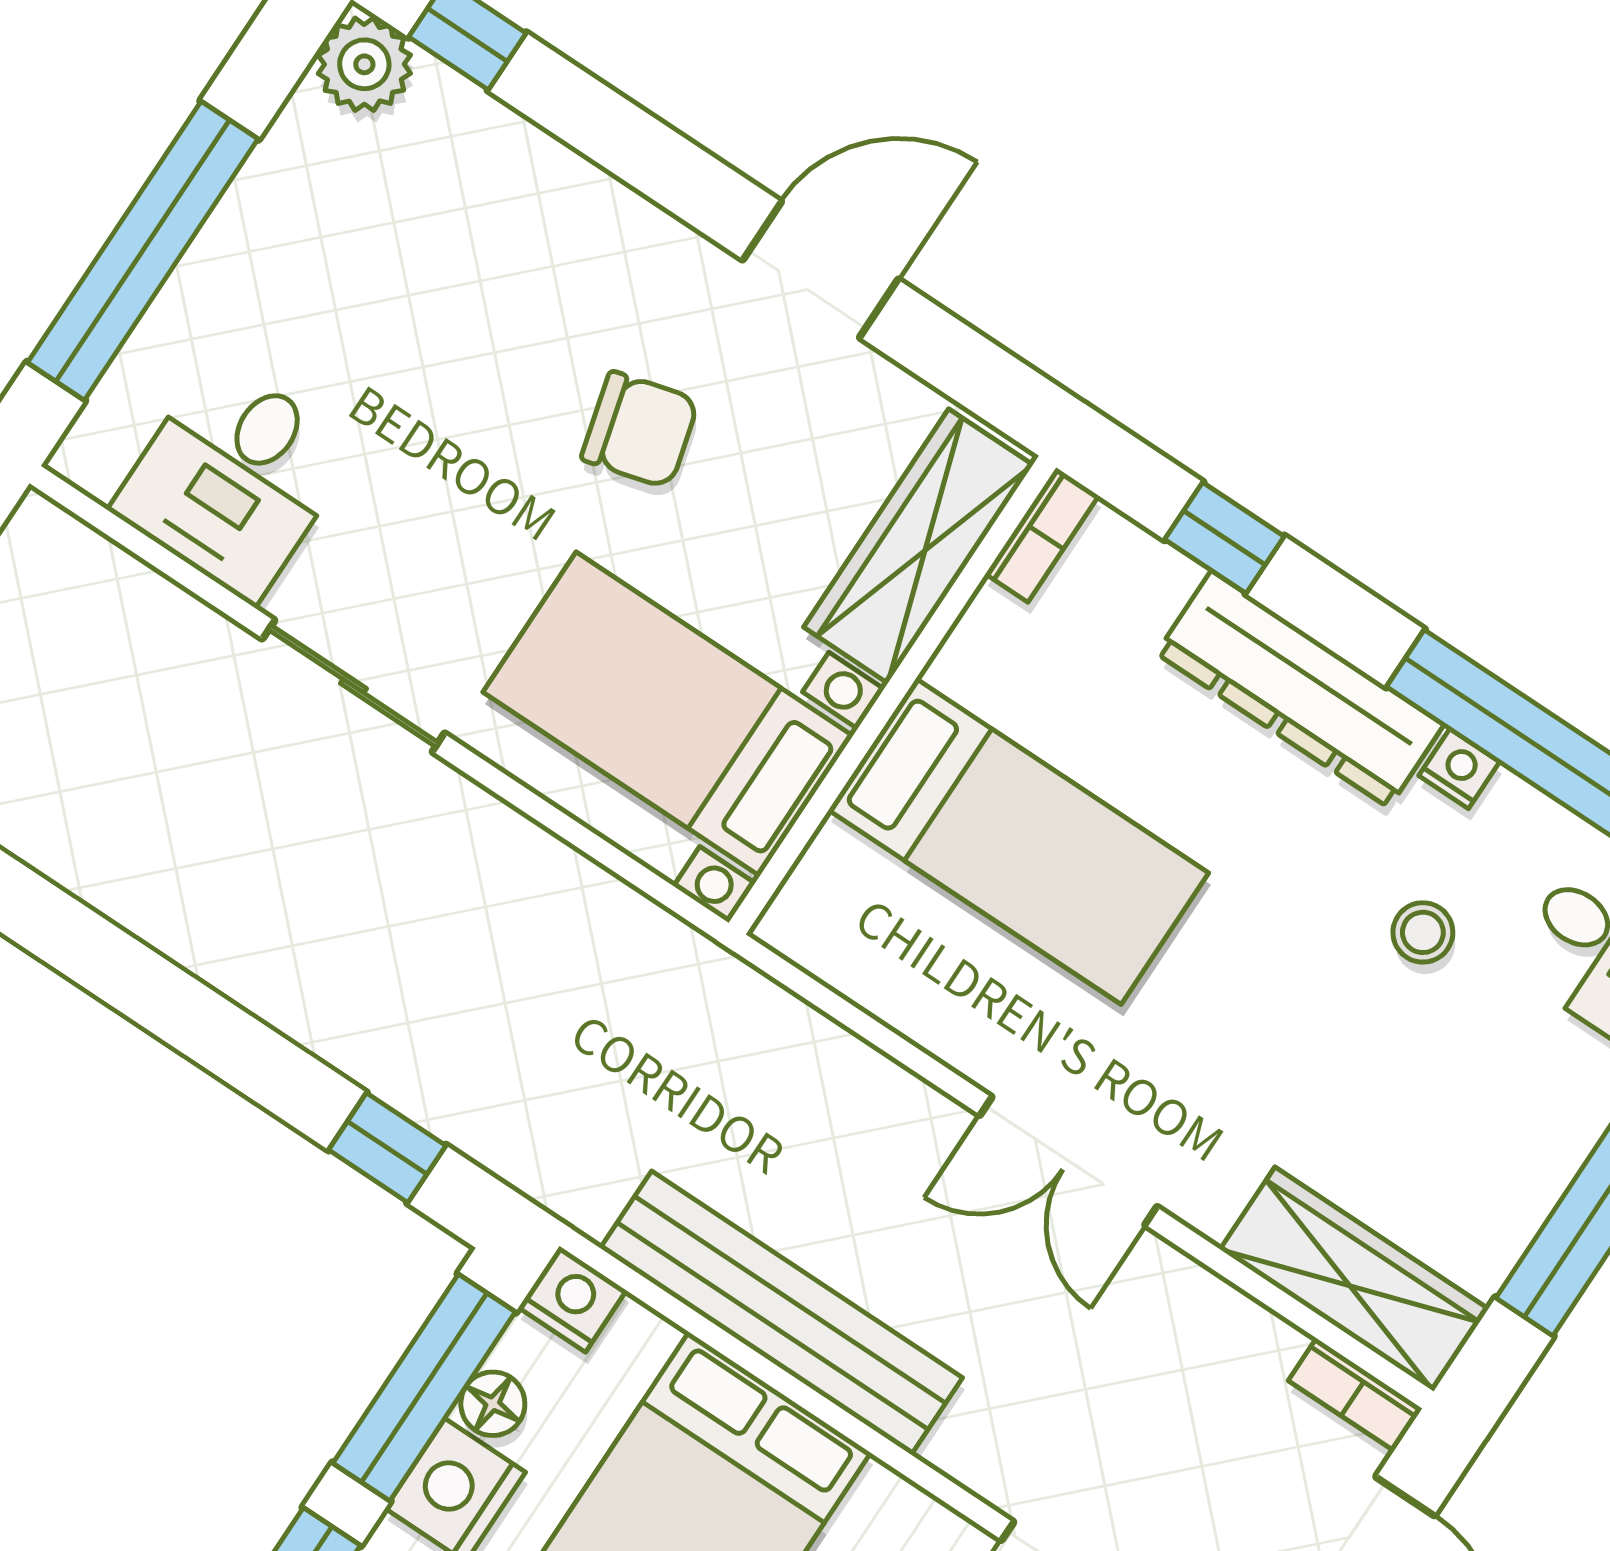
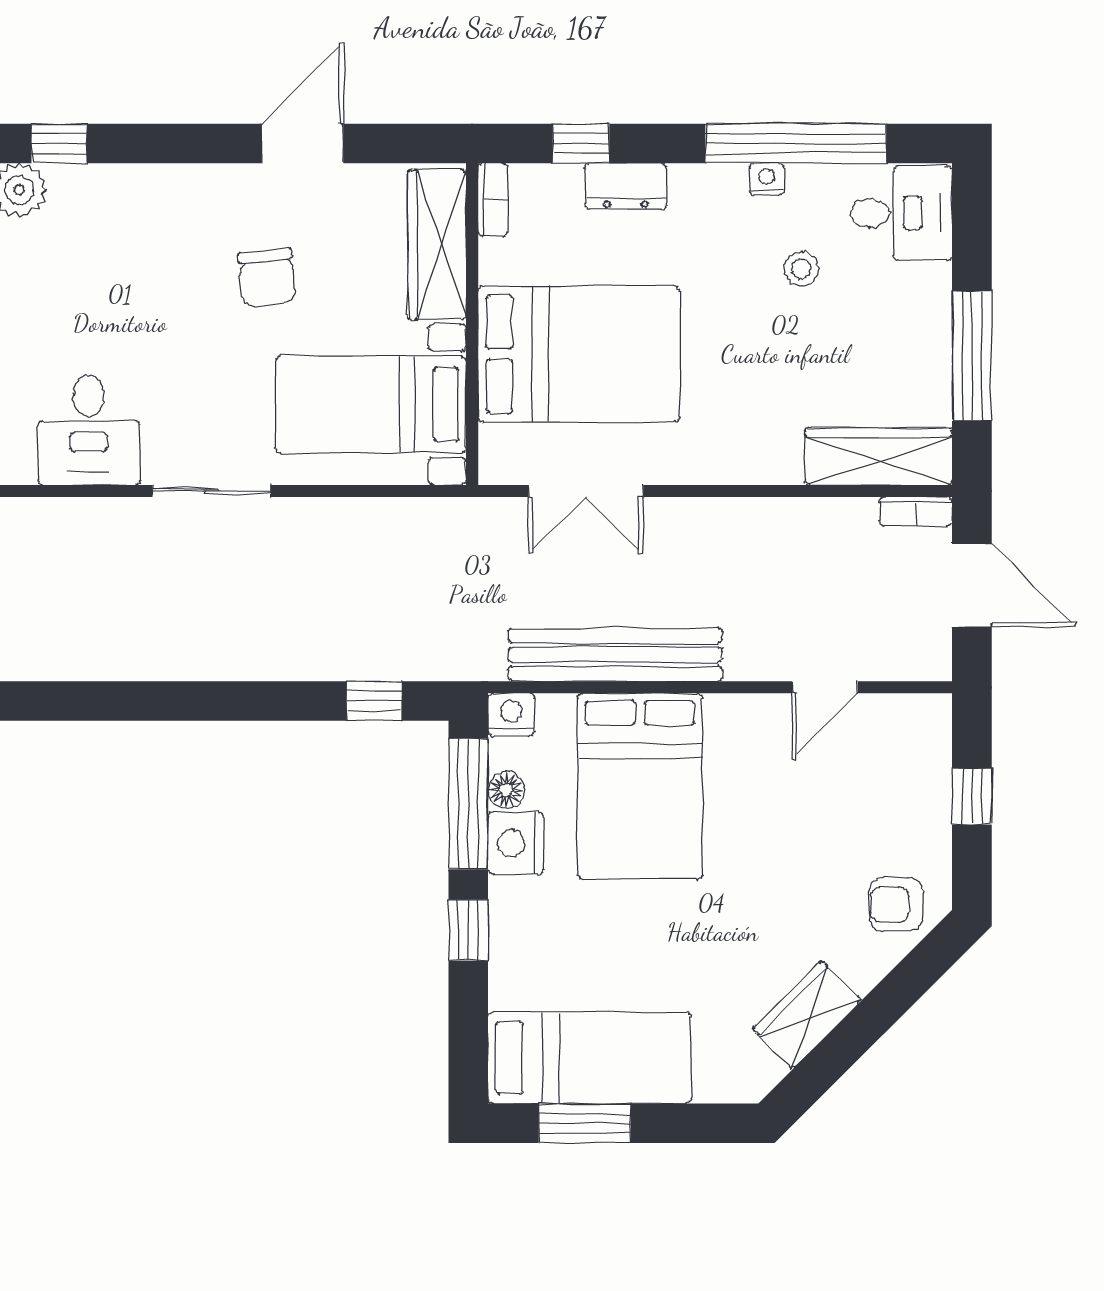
chair: (640, 430) -> (267, 277), turned 99
dresser: (1300, 689) -> (626, 186), width x0.51, depth x0.80
bed: (1018, 841) -> (579, 354), width x1.50
double door: (1068, 1161) -> (586, 491), moved

